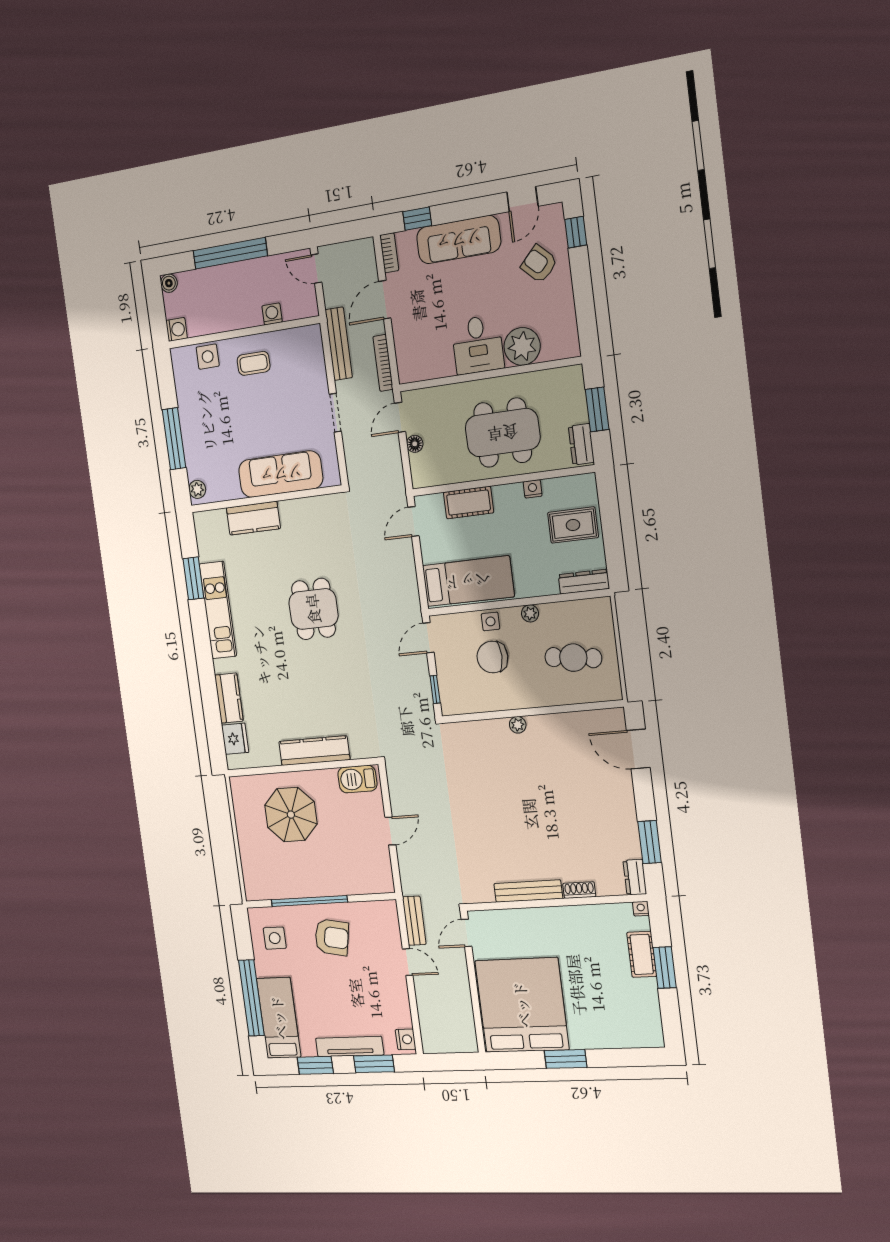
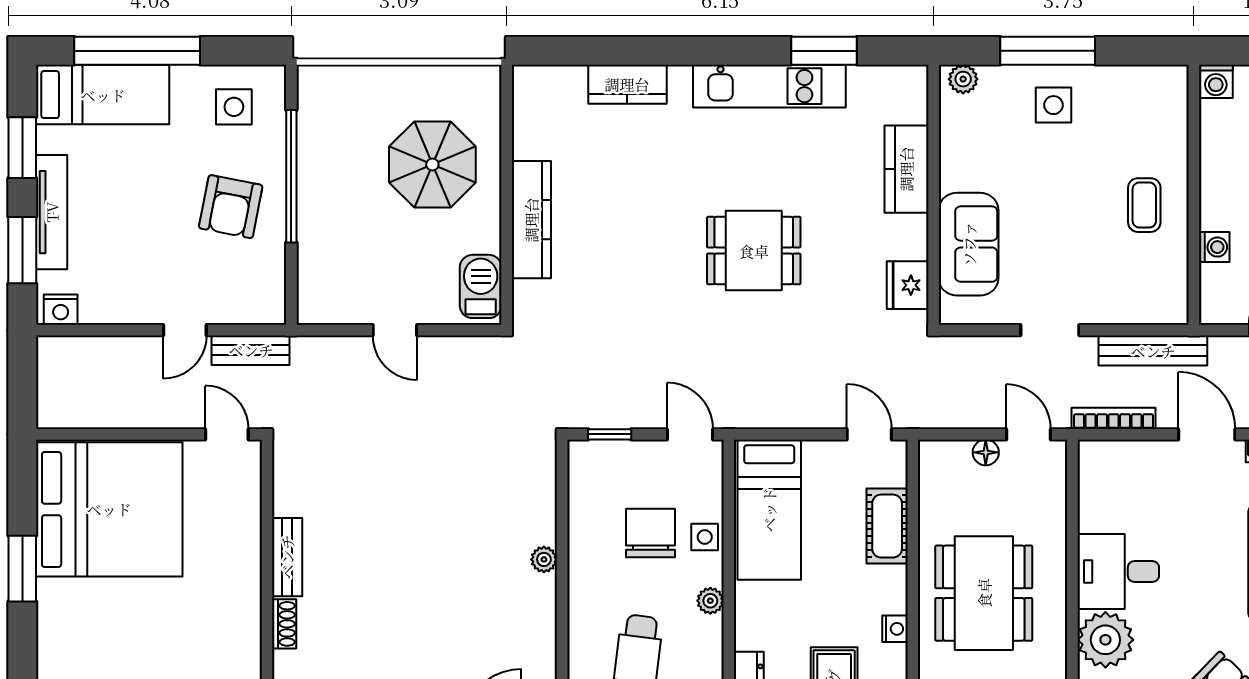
side table: (208, 357) -> (1053, 105), moved
sofa: (281, 474) -> (969, 244), width x0.73
fridge: (235, 739) -> (908, 285), moved, turned 90
bench: (528, 891) -> (287, 557), width x0.73

